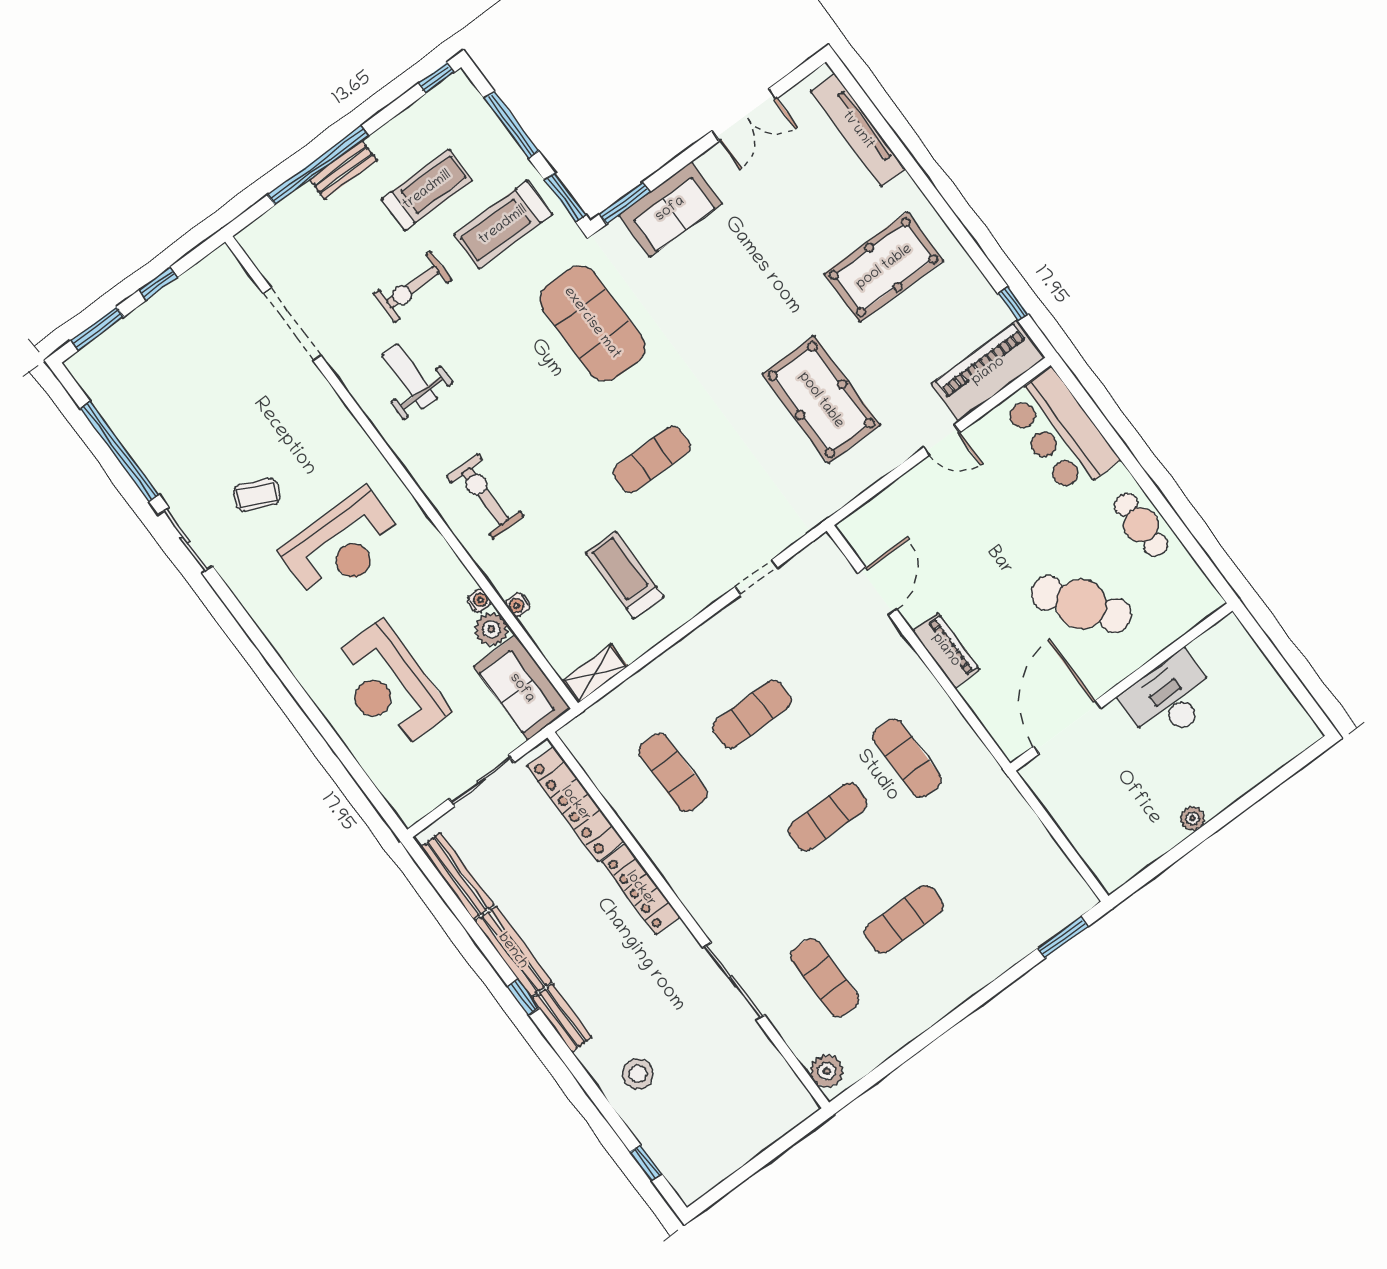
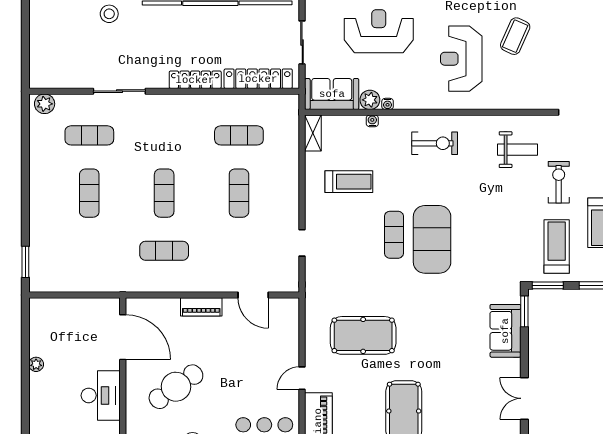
exercise mat: (592, 323) -> (432, 239), moved, turned 90
coffee table: (257, 495) -> (515, 36), width x1.36, depth x1.30

